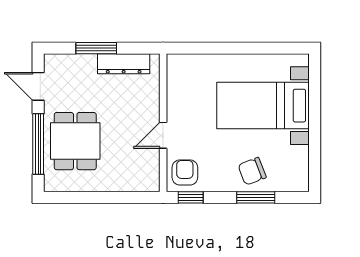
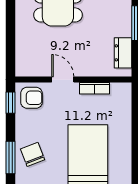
dresser: (124, 64) -> (123, 53), width x0.70
bookcase: (174, 98) -> (95, 88), added

